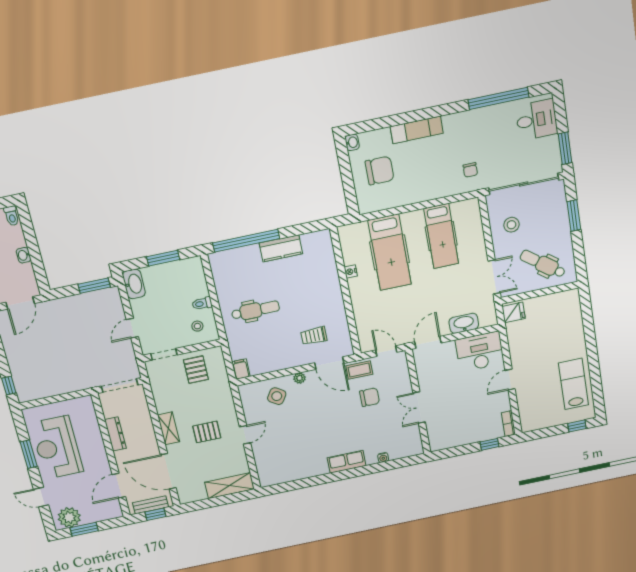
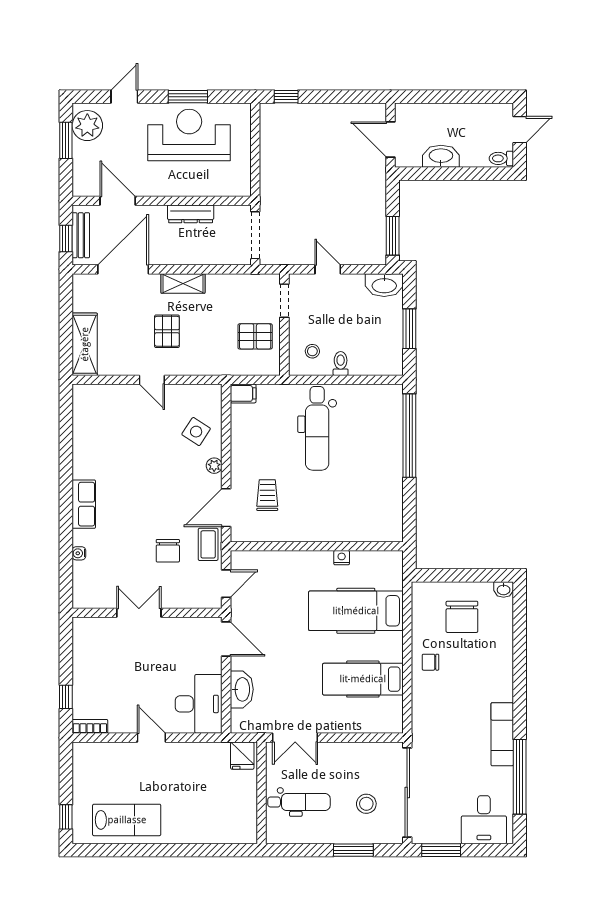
exam couch: (417, 130) -> (502, 734), moved
chair: (470, 170) -> (430, 662), moved
stool: (511, 225) -> (366, 804), moved
kitchen counter: (281, 248) -> (390, 476), removed
washbasin: (24, 255) -> (441, 156), width x1.91, depth x1.45
dental chair: (543, 264) -> (299, 802), turned 53
dental chair: (255, 310) -> (317, 428), width x1.36, depth x1.38

